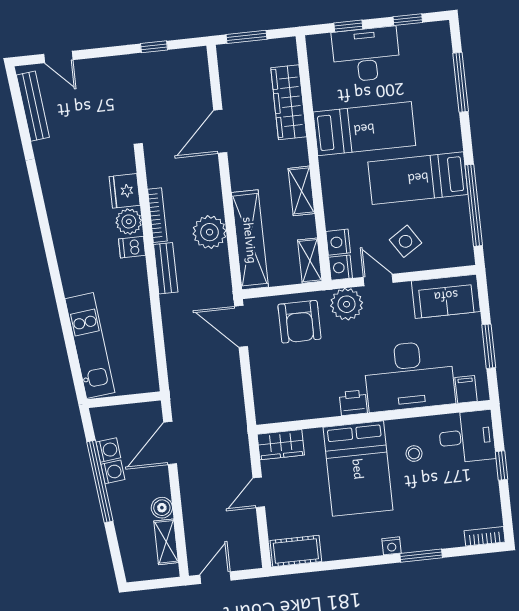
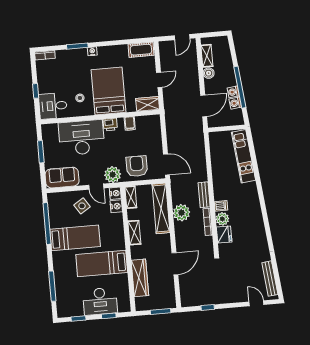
filing cabinet: (466, 389) -> (130, 123), moved

